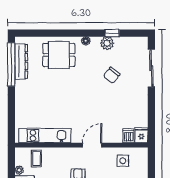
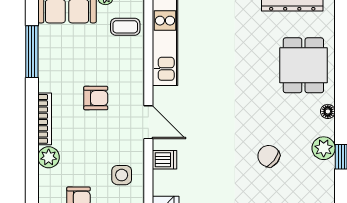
dishwasher: (129, 136) -> (165, 160), moved

